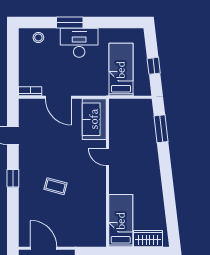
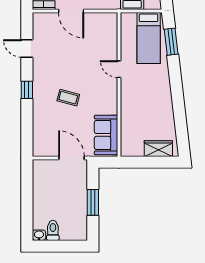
sofa: (94, 119) -> (106, 135), moved
bed: (121, 221) -> (149, 38), moved, turned 180
door: (44, 248) -> (71, 158), moved

